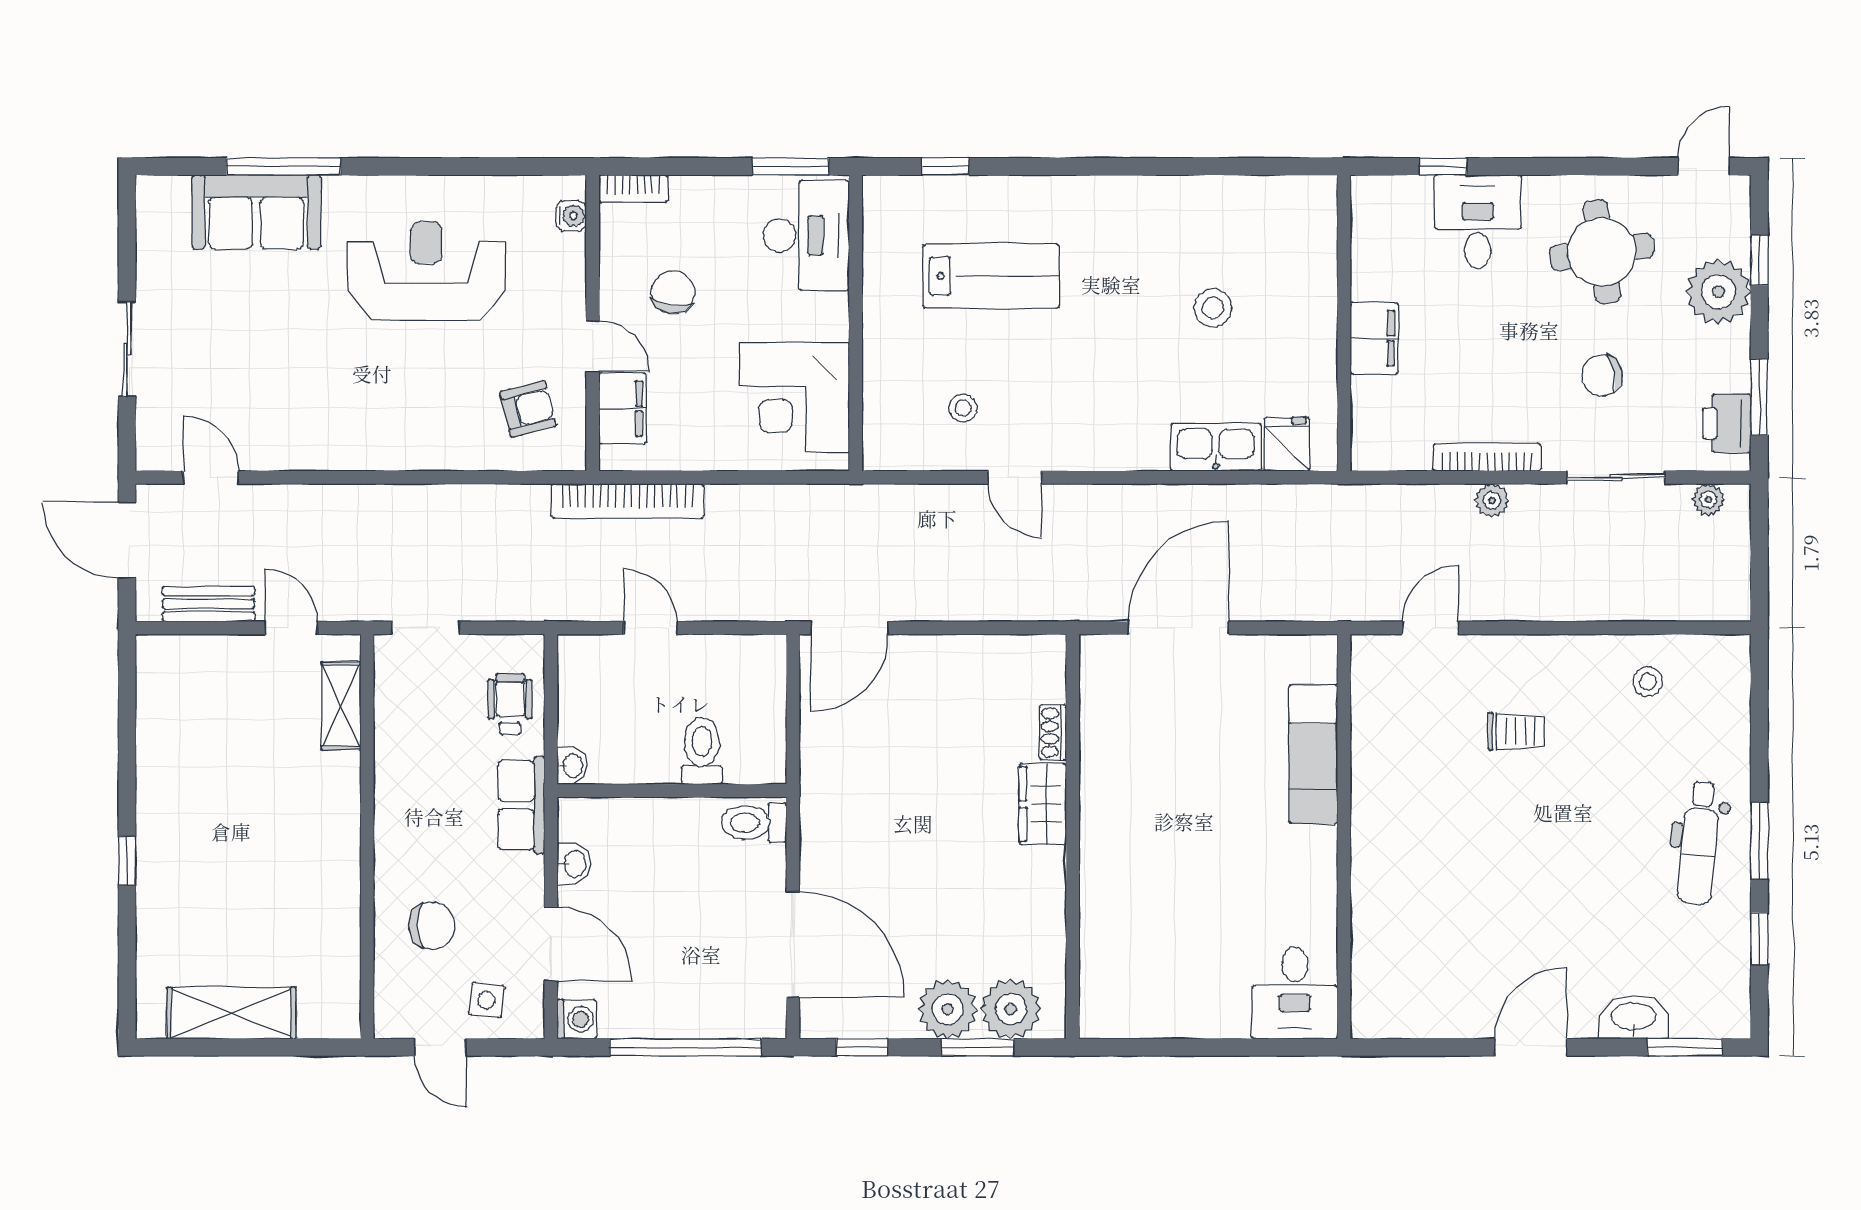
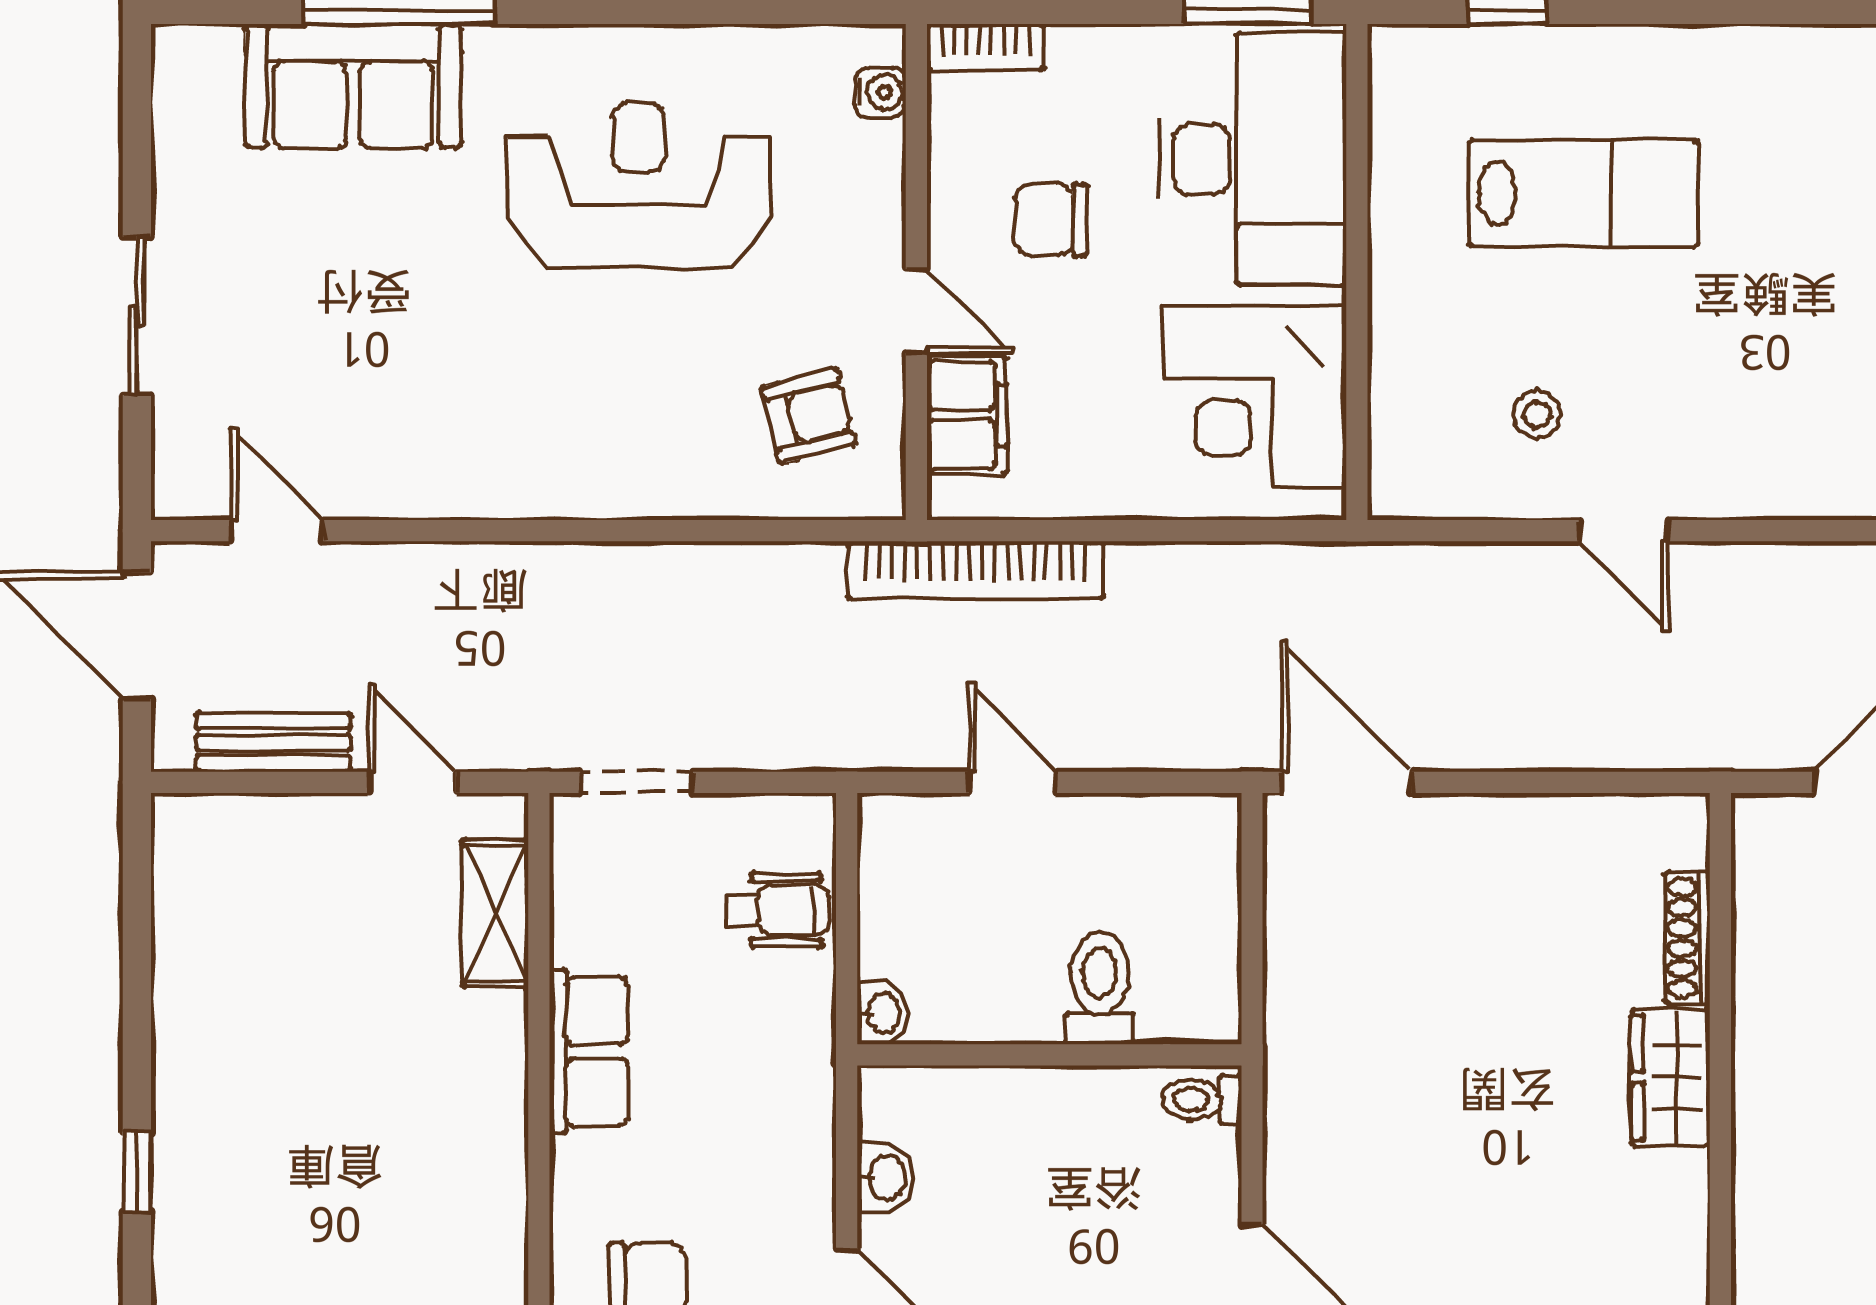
desk: (806, 235) -> (1252, 159), width x1.36, depth x1.30
chair: (673, 292) -> (1051, 220), turned -98
door: (850, 628) -> (1347, 782), swing flipped
wheelchair: (510, 704) -> (778, 910), turned 90
shoe rack: (1053, 733) -> (1687, 938), width x1.43
row of seats: (521, 805) -> (588, 1051), moved, turned 180
toilet: (754, 823) -> (1202, 1100), width x0.73, depth x0.72

